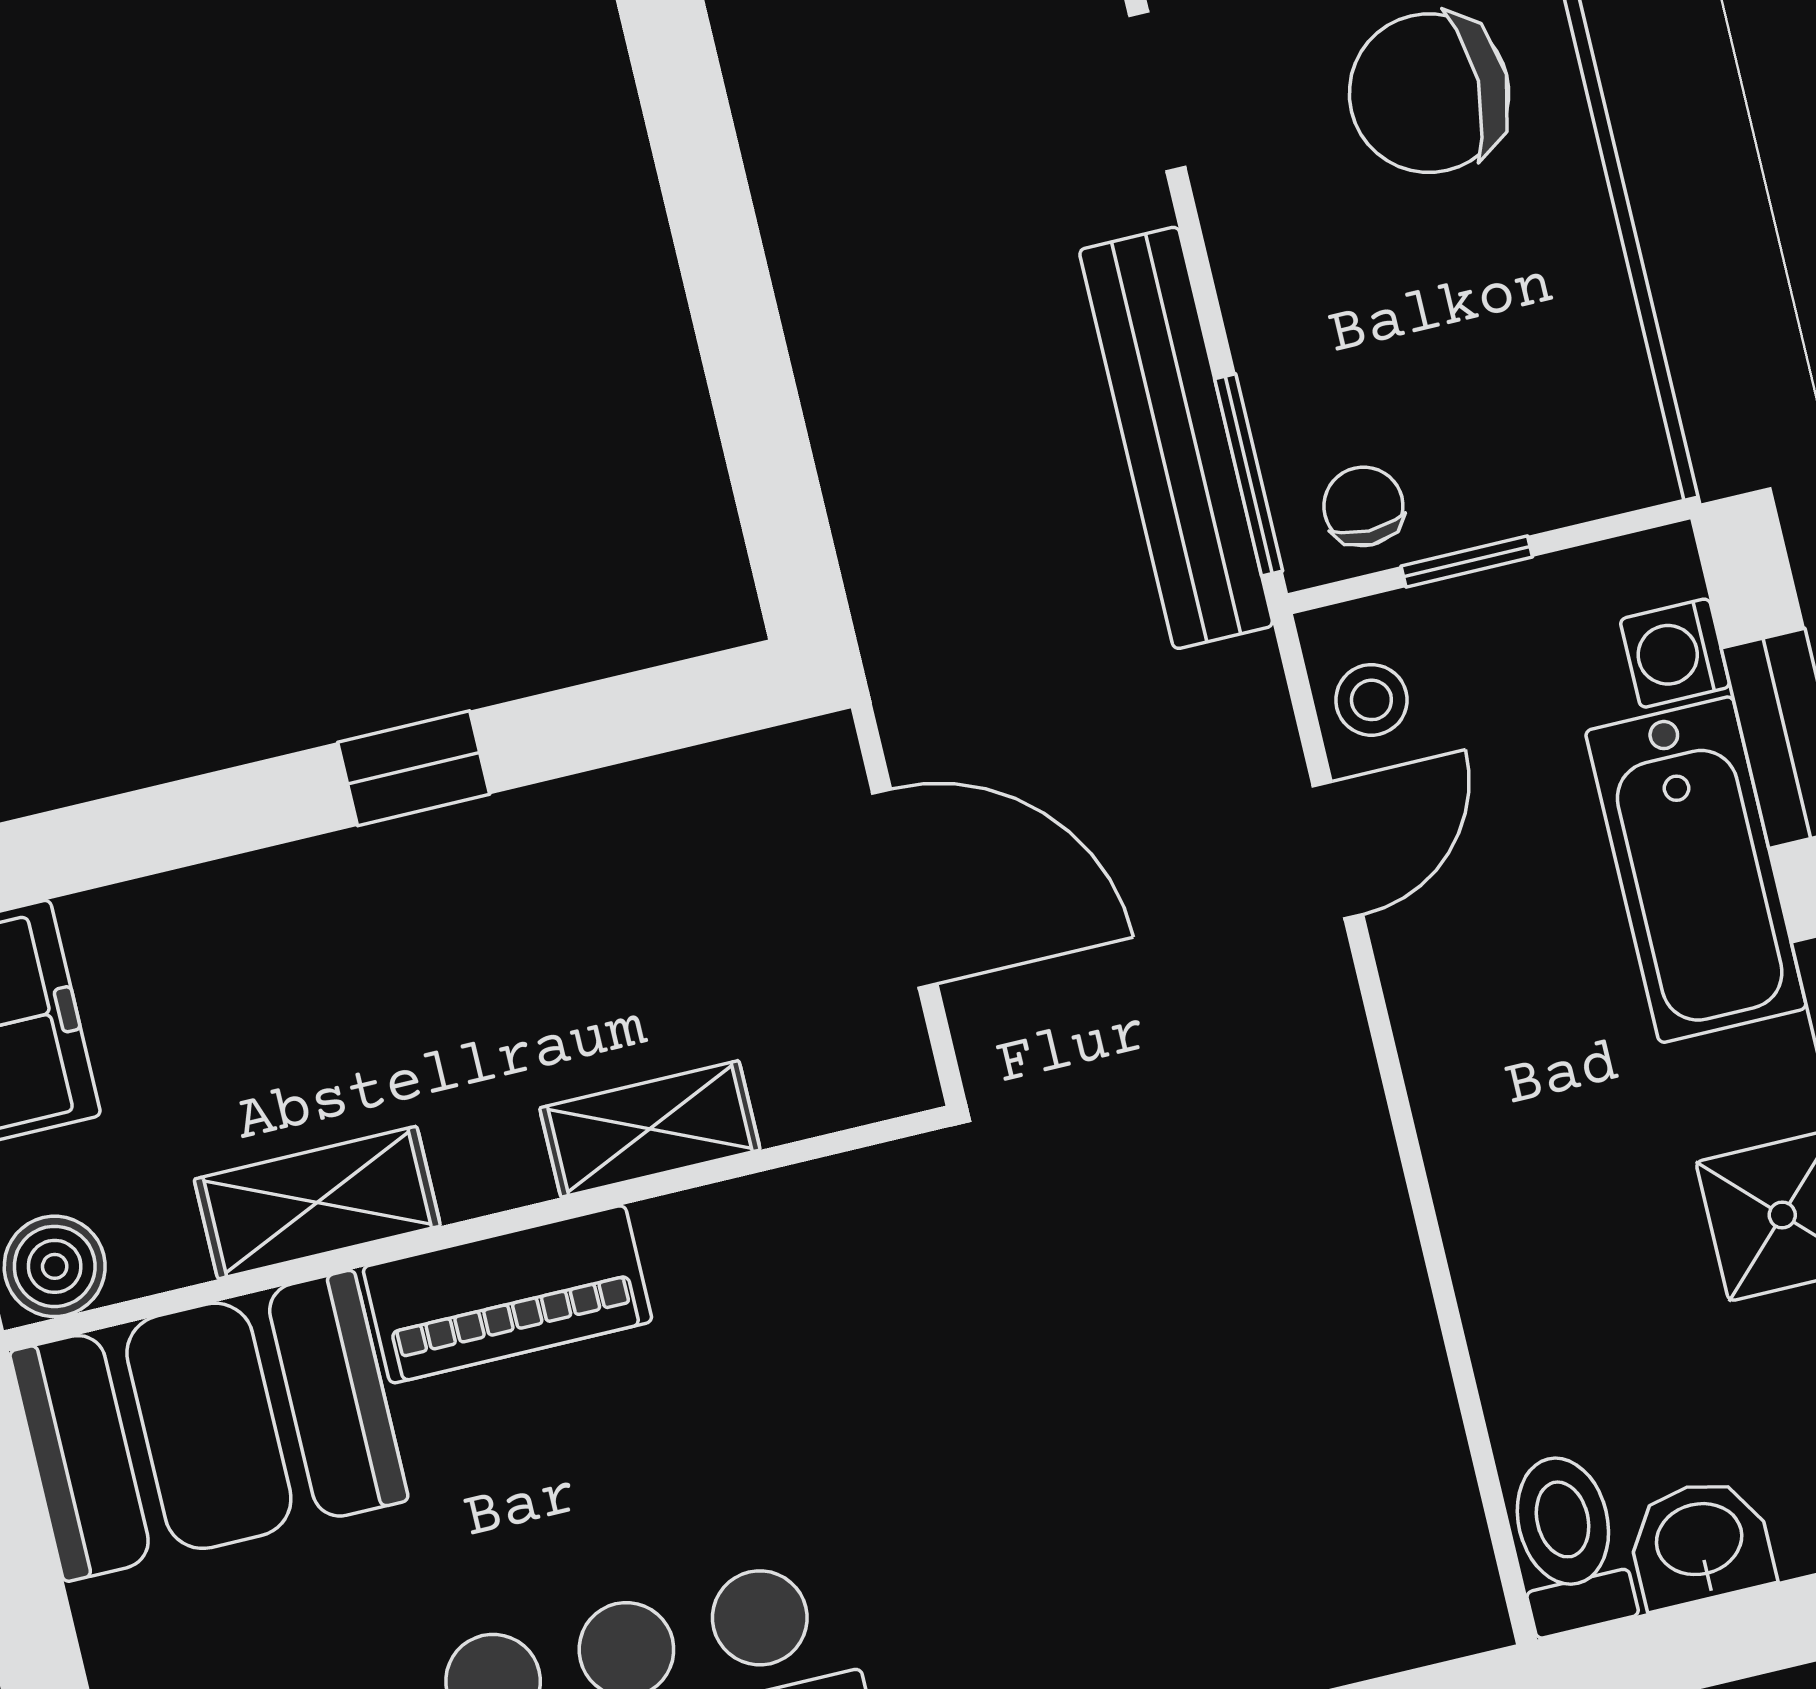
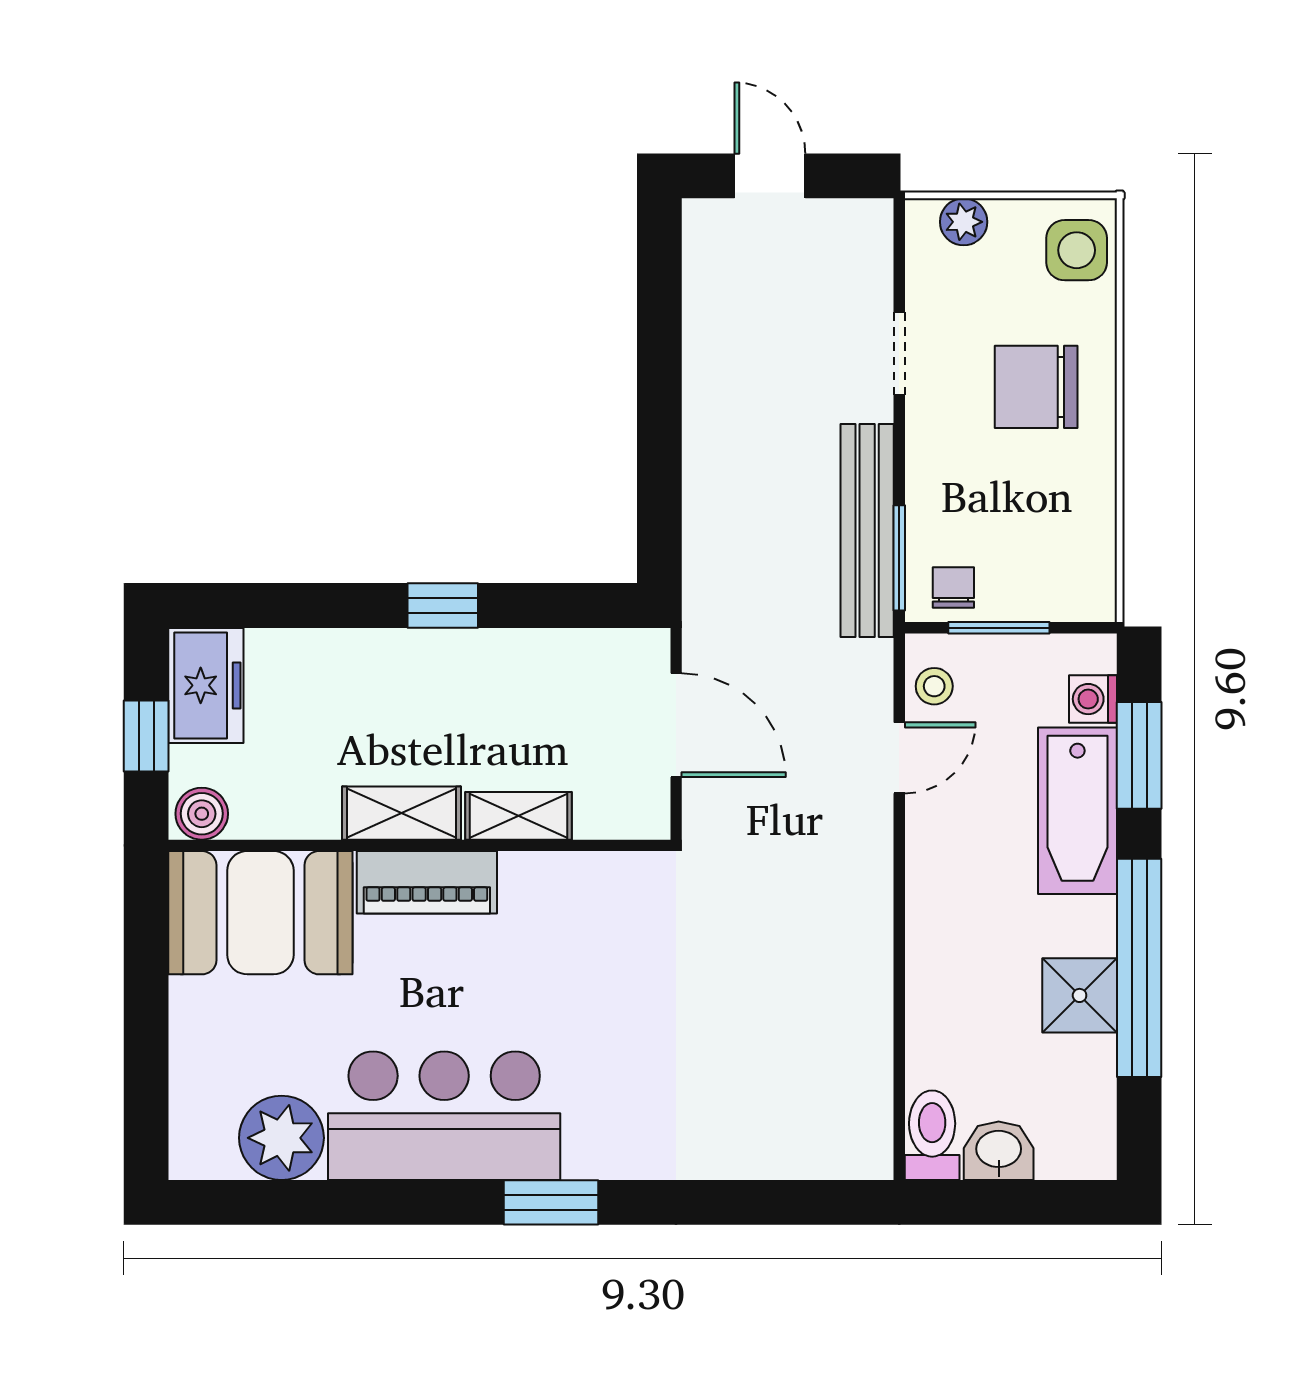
window: (1467, 562) -> (999, 628), width x1.50
shelving: (317, 1203) -> (402, 813), moved

